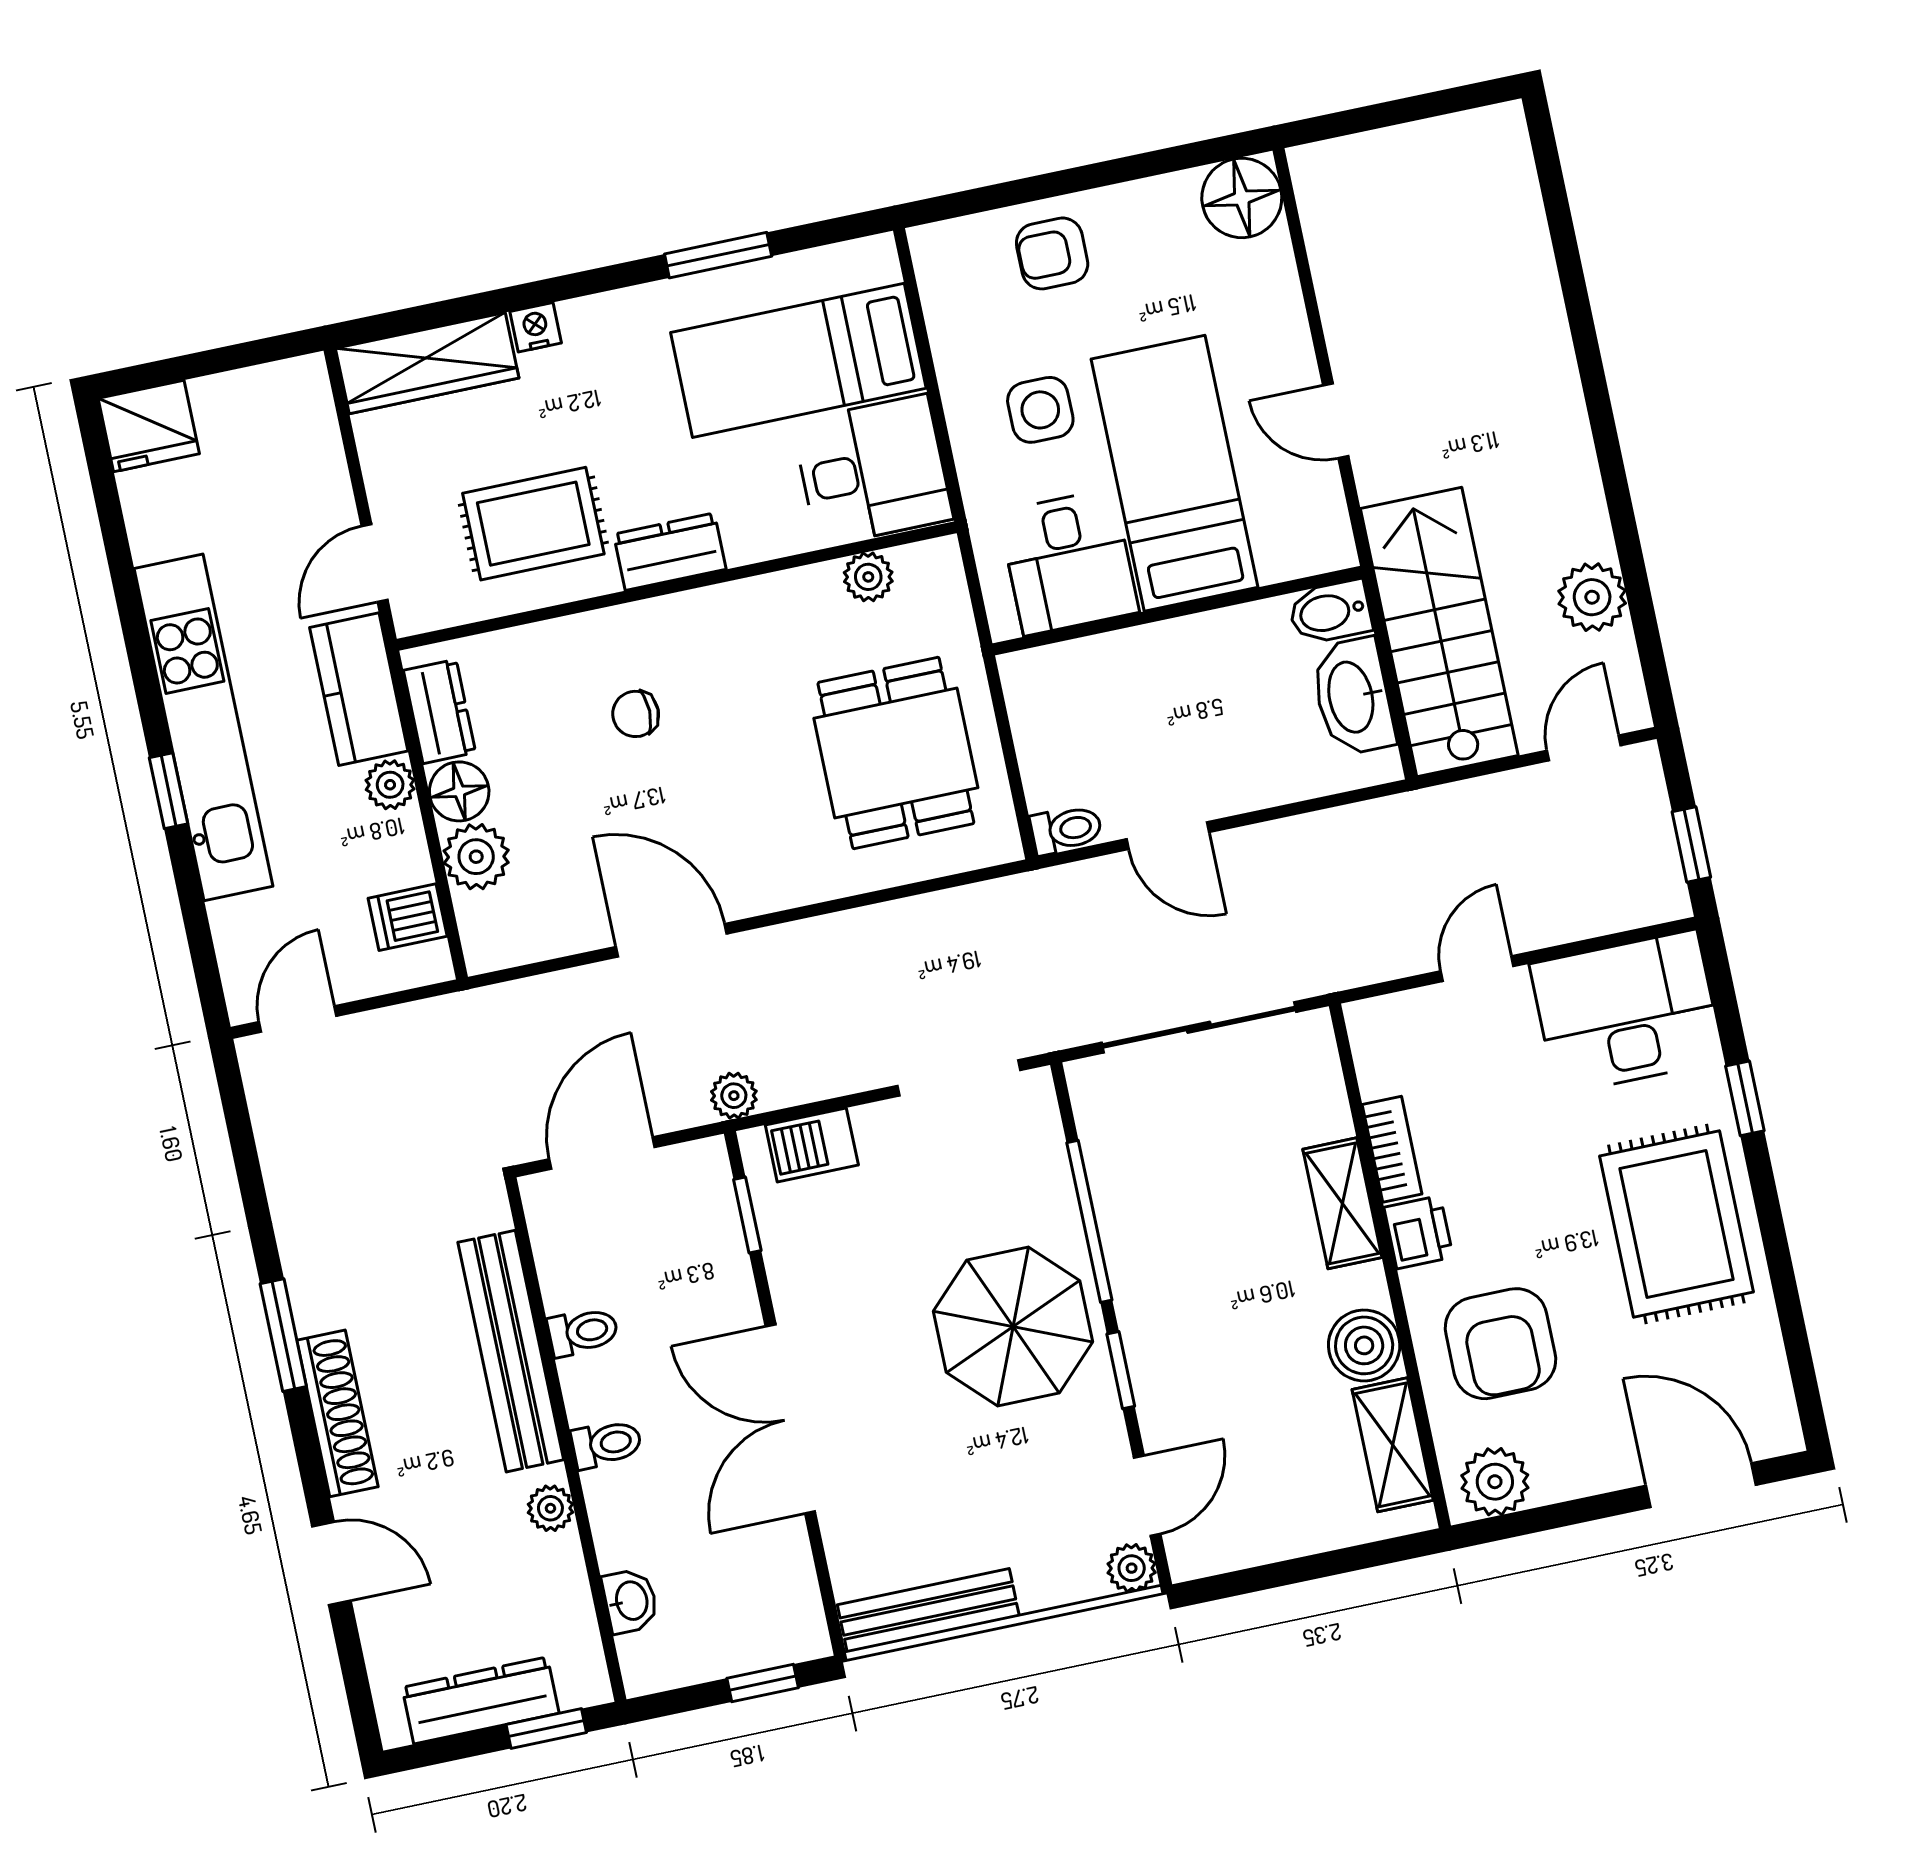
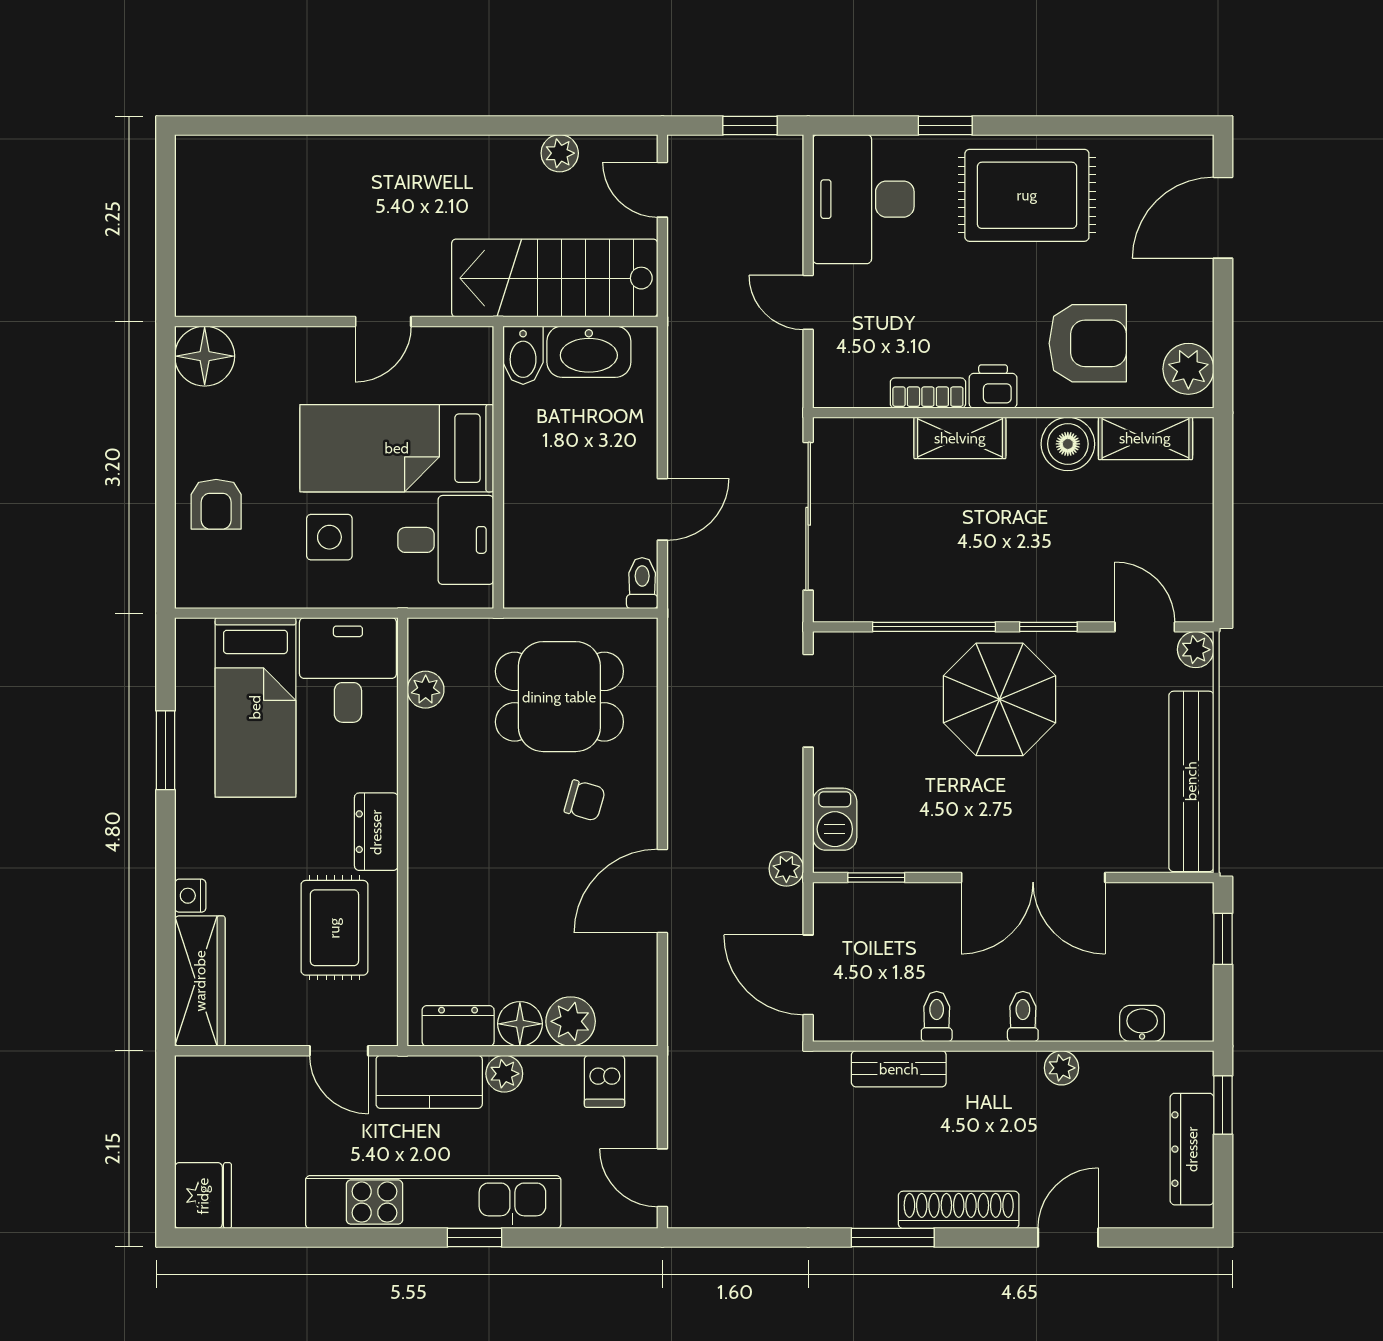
plant: (1592, 597) -> (560, 153), width x0.73, depth x0.73
chair: (636, 714) -> (585, 800), moved, turned -74
bench: (511, 1351) -> (899, 1069), width x0.54, depth x0.82
bench: (928, 1611) -> (1191, 781), width x1.37, depth x1.21

